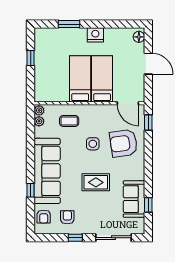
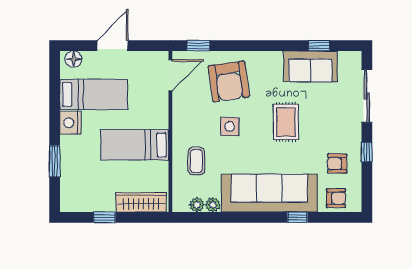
bed: (102, 79) -> (94, 94), moved, turned 180
wardrobe: (41, 83) -> (141, 202), added
plant: (39, 110) -> (213, 205), moved

